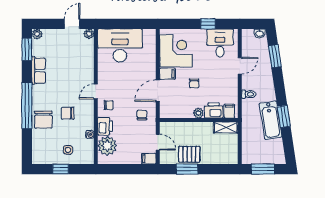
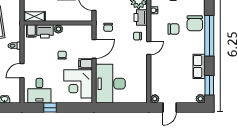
desk: (120, 45) -> (110, 84), moved, turned 90
chair: (43, 120) -> (195, 23), turned 180

